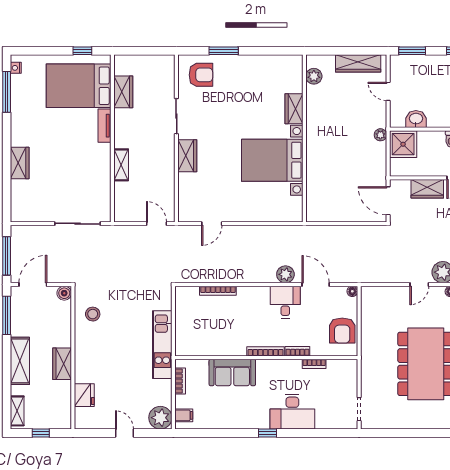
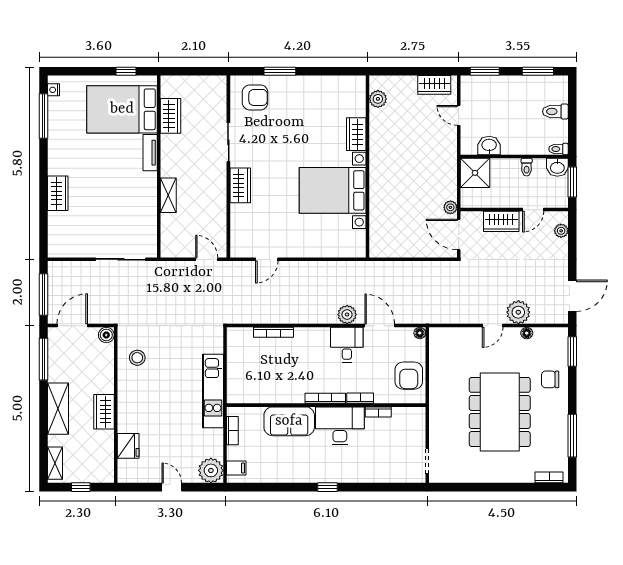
wardrobe: (358, 63) -> (434, 85), width x0.67
plant: (380, 135) -> (450, 207), moved
desk: (292, 412) -> (340, 426), moved, turned 180

